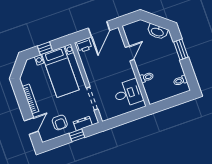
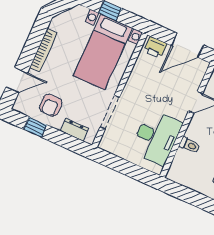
desk: (128, 93) -> (156, 137), width x1.37
window: (77, 135) -> (35, 127), moved

